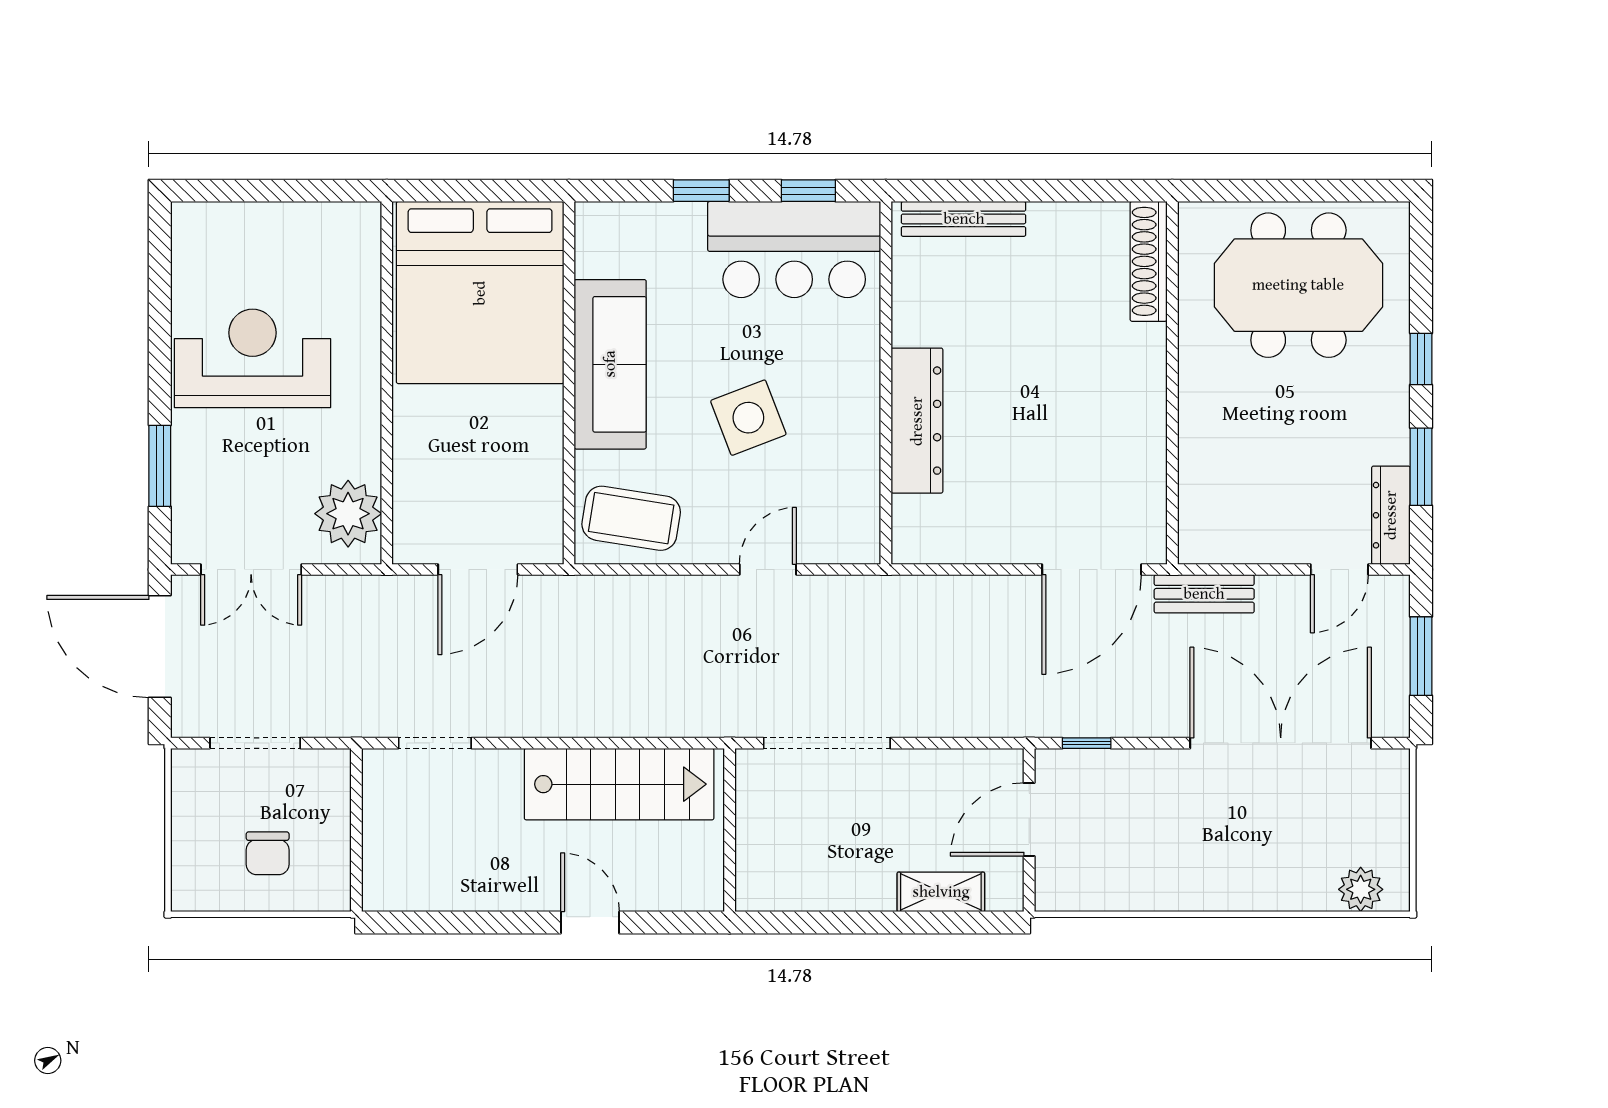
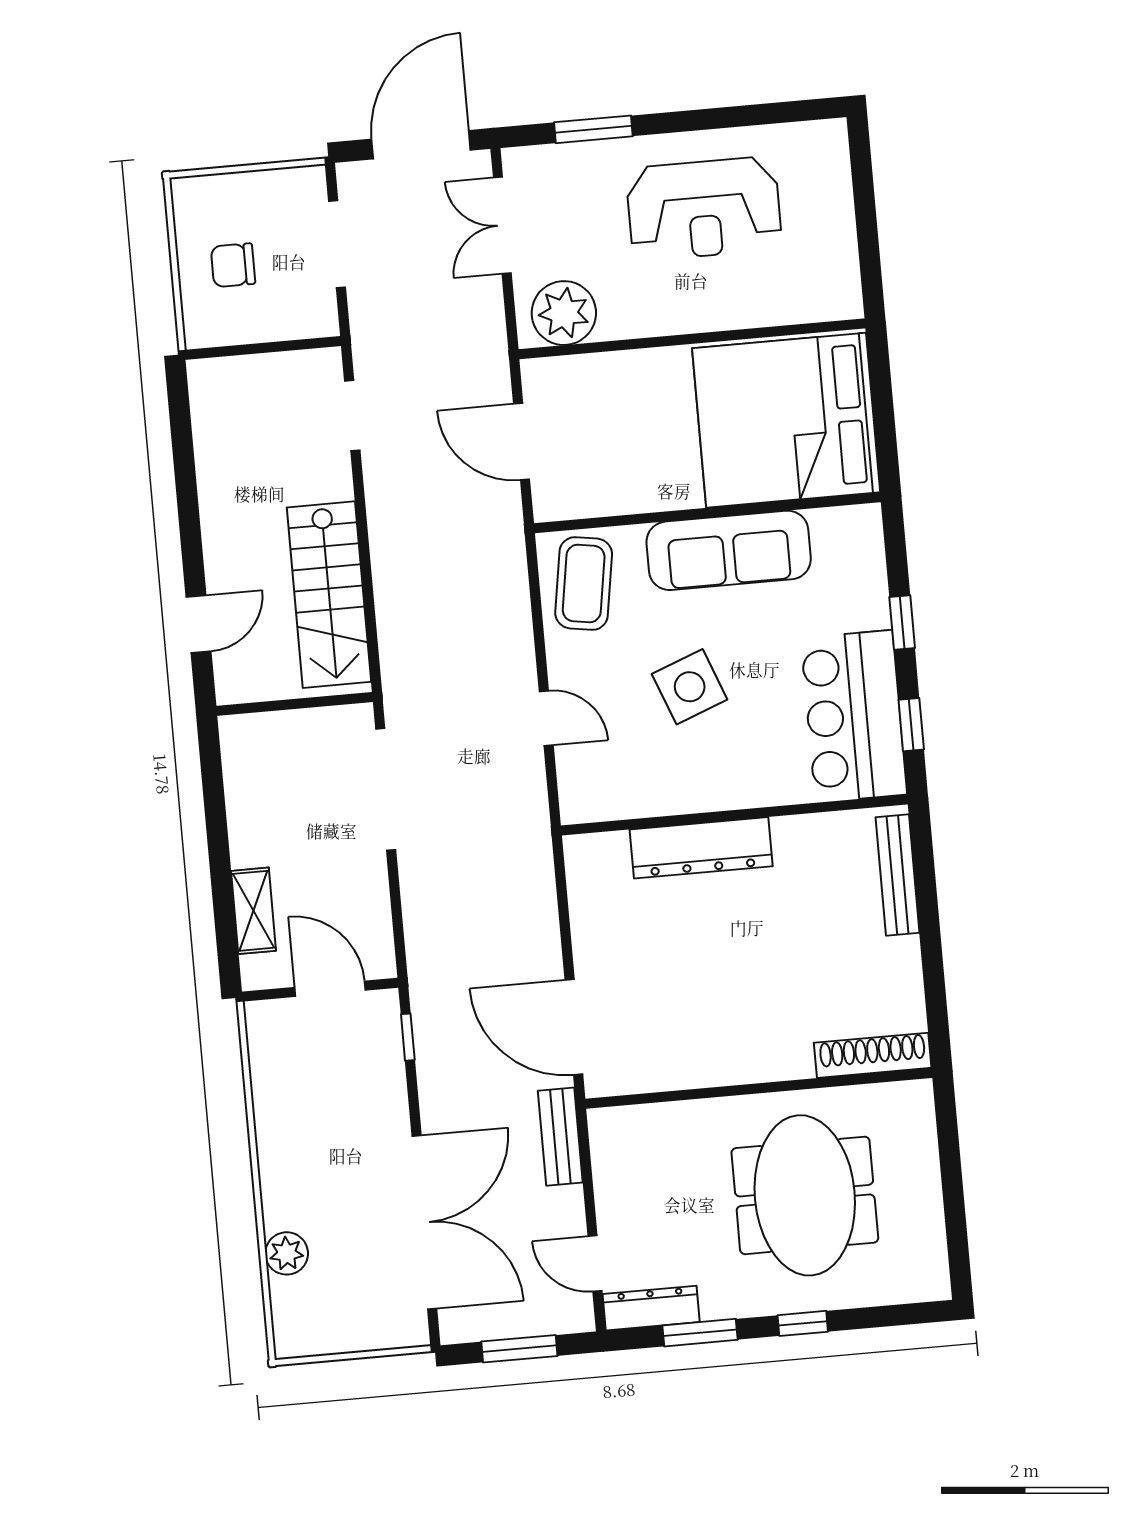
meeting table: (1298, 285) -> (805, 1195), moved
reception desk: (253, 358) -> (704, 209), turned 90
plant: (1361, 889) -> (287, 1253), moved
door: (590, 922) -> (199, 624), moved

